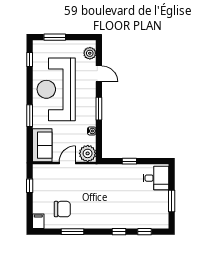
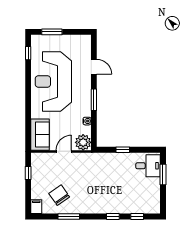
plant: (90, 53) -> (85, 47), removed
window: (30, 116) -> (28, 107), removed
window: (172, 201) -> (163, 175), moved
chair: (62, 209) -> (59, 195), turned -125

